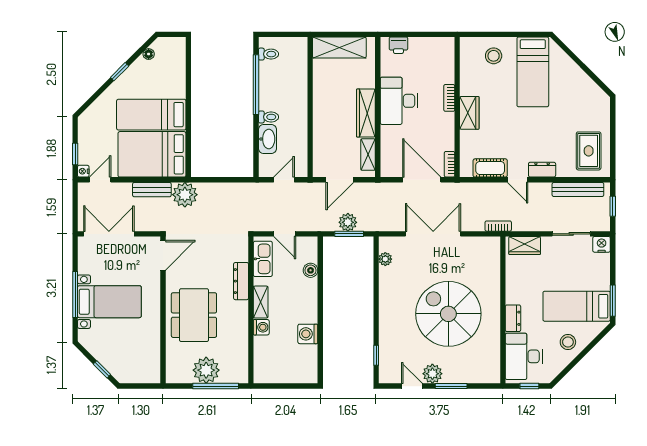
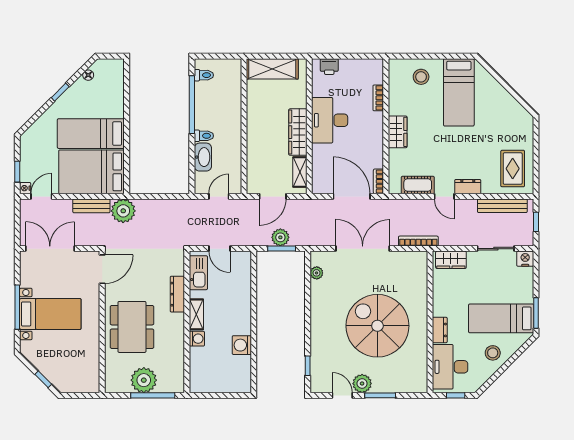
bookcase: (449, 98) -> (378, 98), moved
bookcase: (498, 226) -> (418, 241), width x1.56
boiler: (311, 270) -> (244, 284), removed

